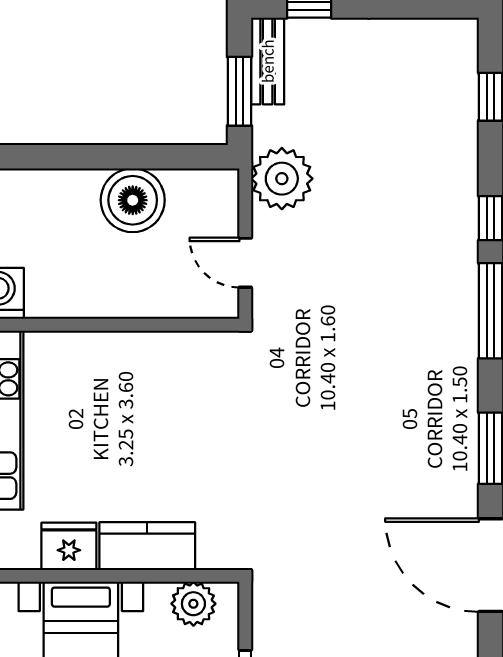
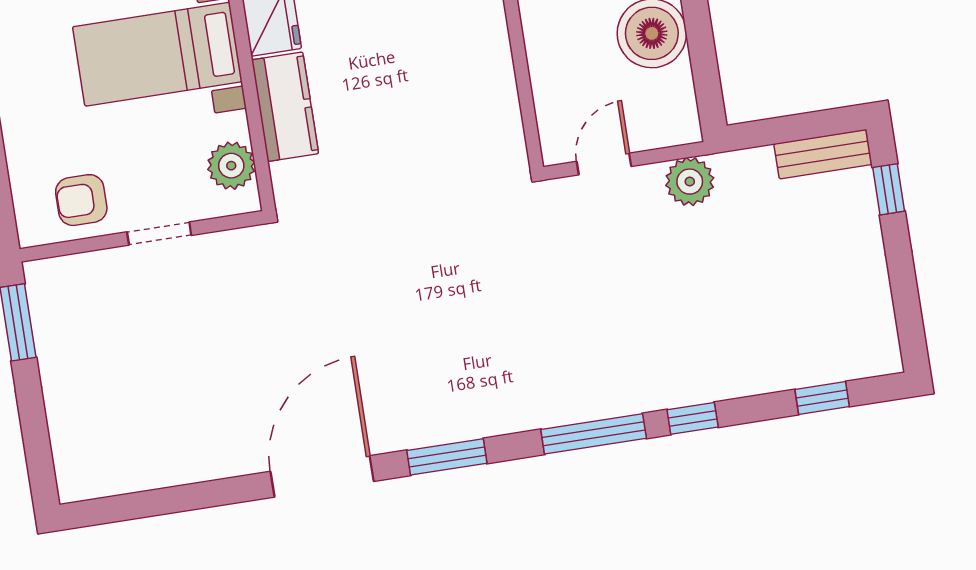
window: (239, 91) -> (786, 129), removed
plant: (282, 179) -> (690, 182), width x0.73, depth x0.73

